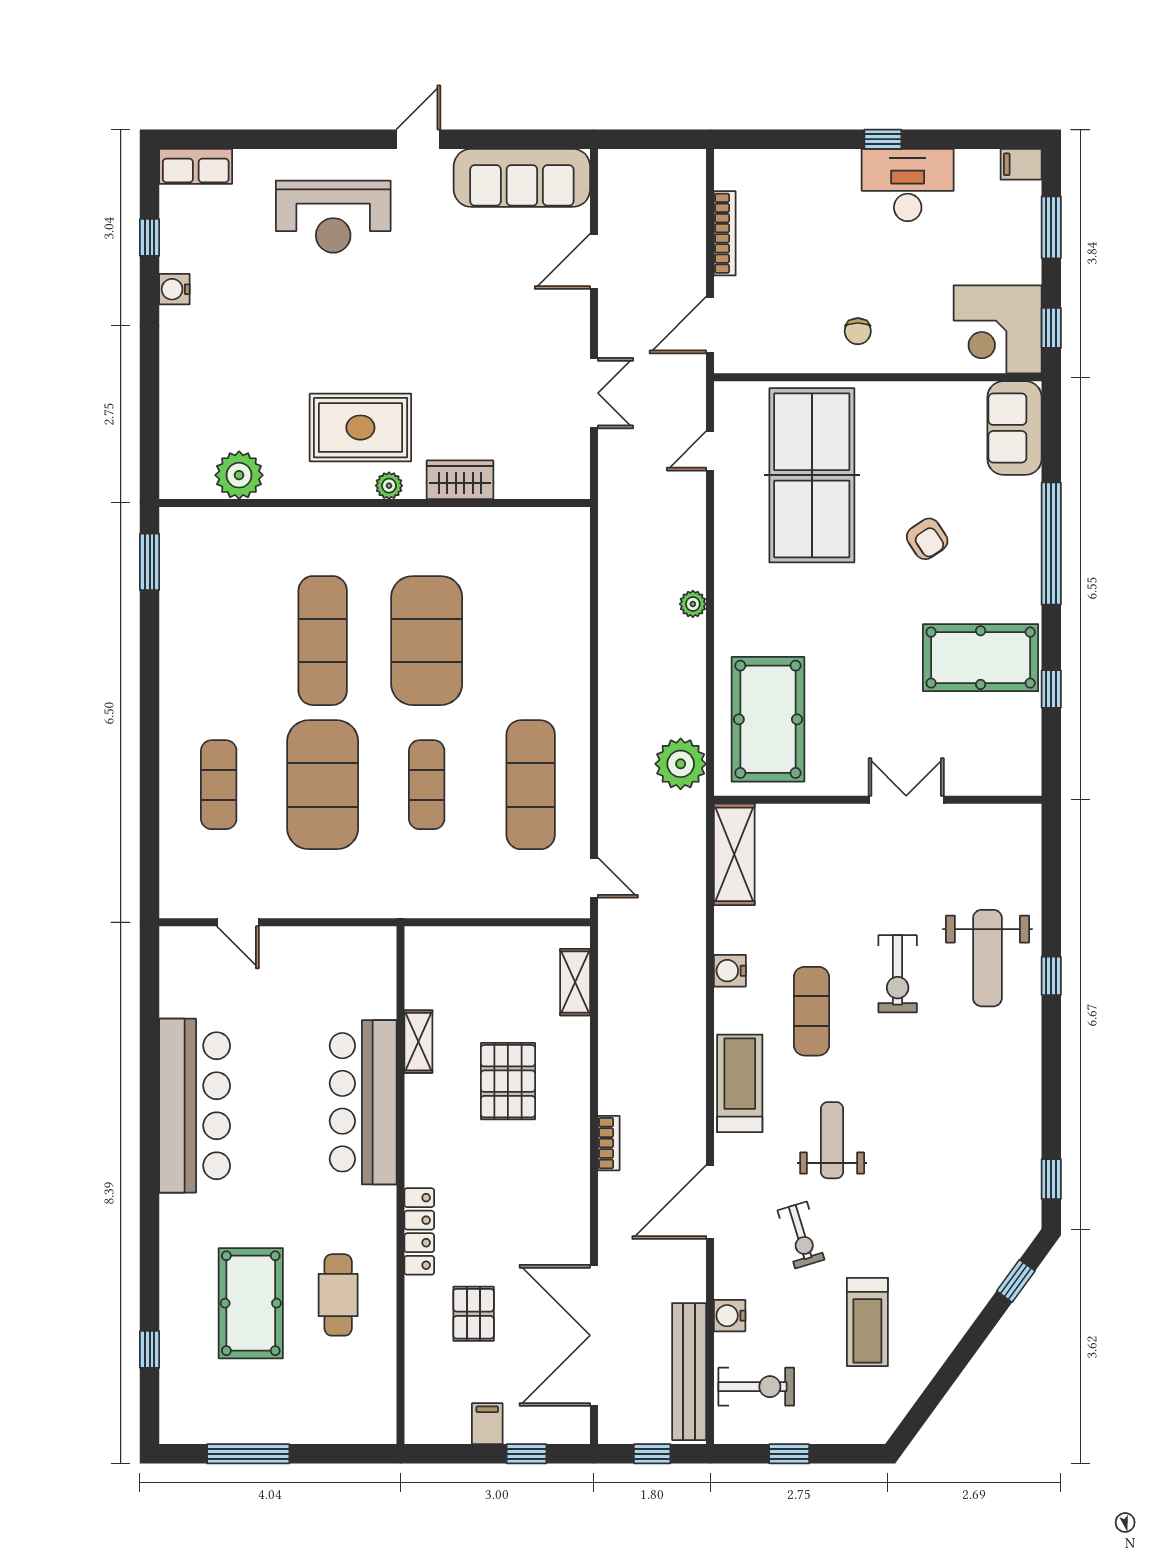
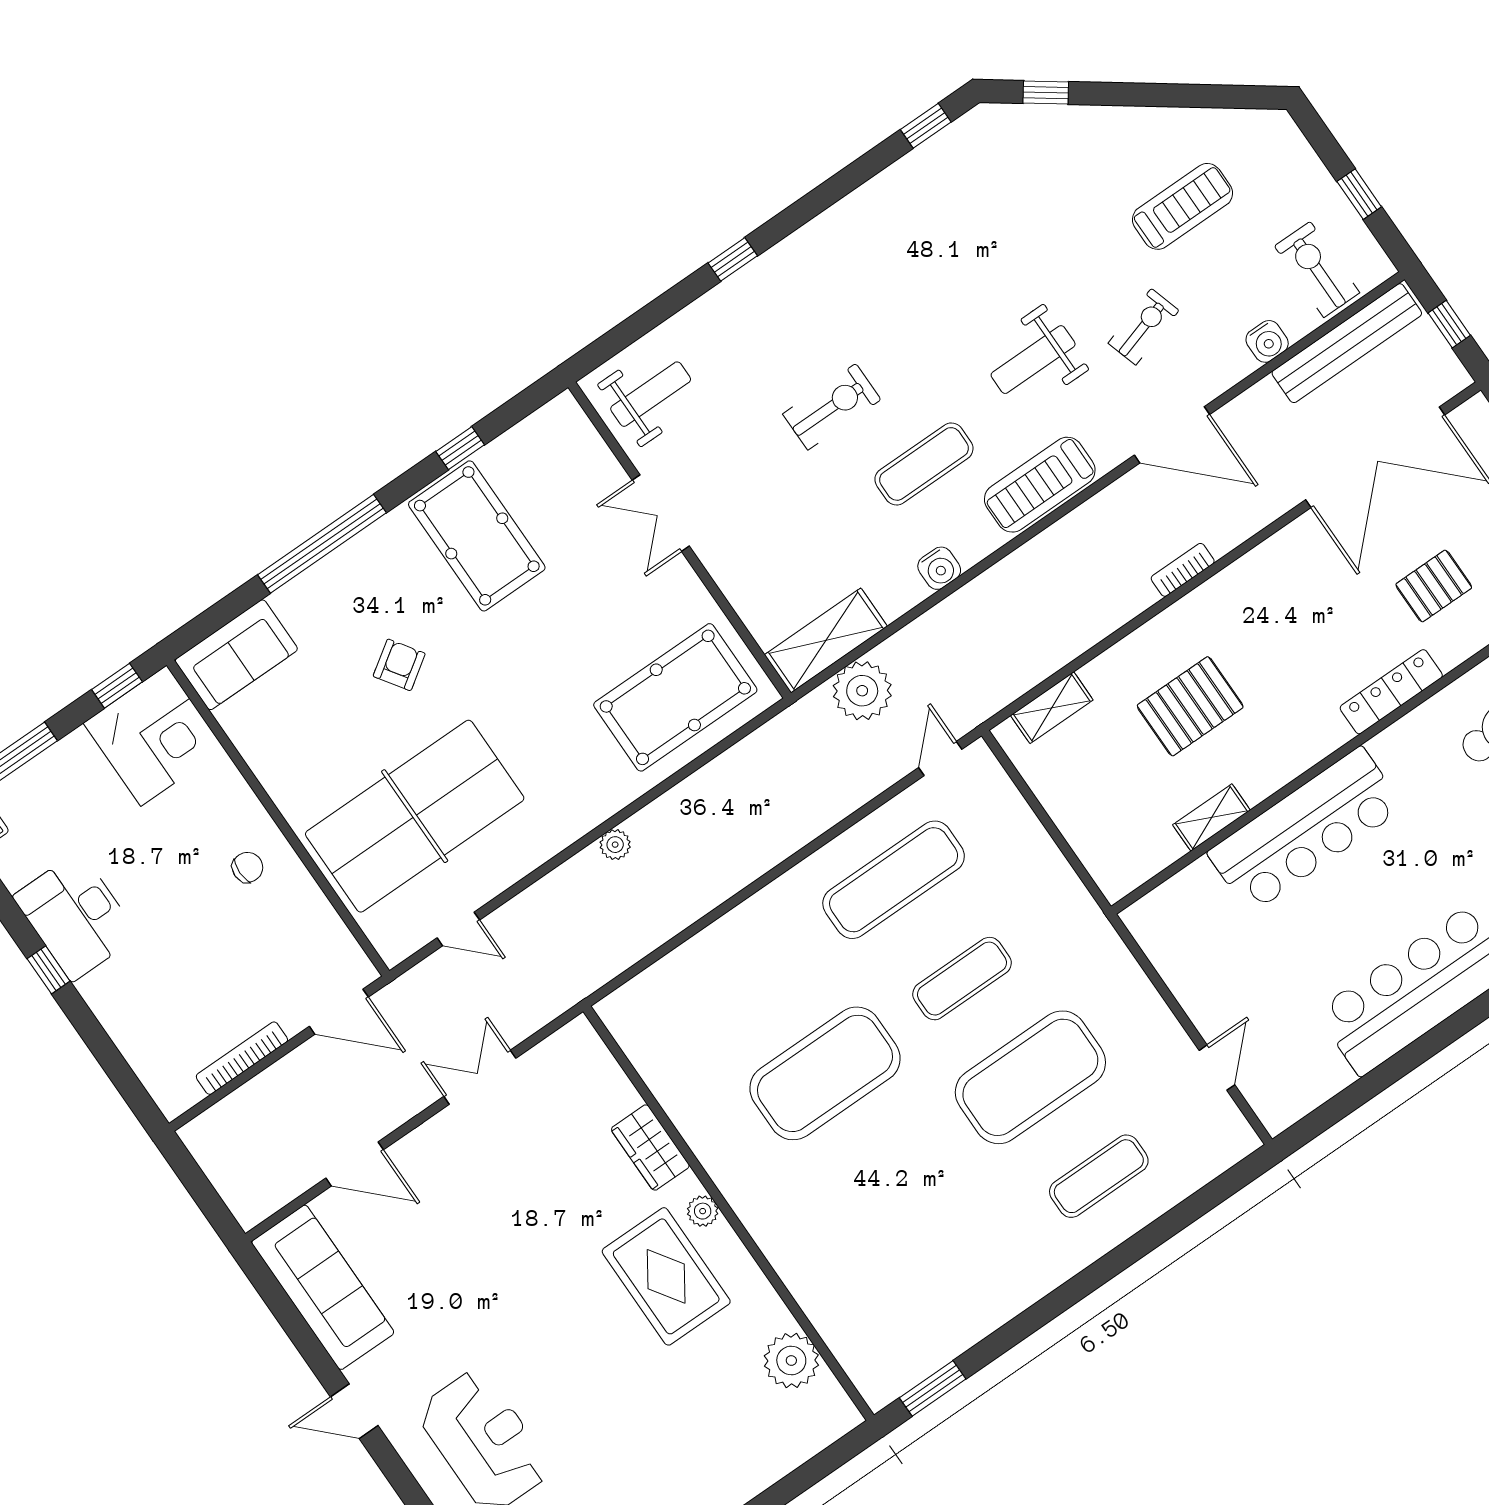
exercise mat: (323, 641) -> (893, 1172), removed
plant: (681, 764) -> (862, 691), moved
weight bench: (987, 958) -> (651, 394), moved, width x0.73, depth x0.75

